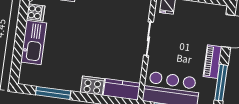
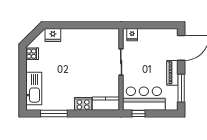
kitchen sink: (34, 42) -> (34, 89), moved

